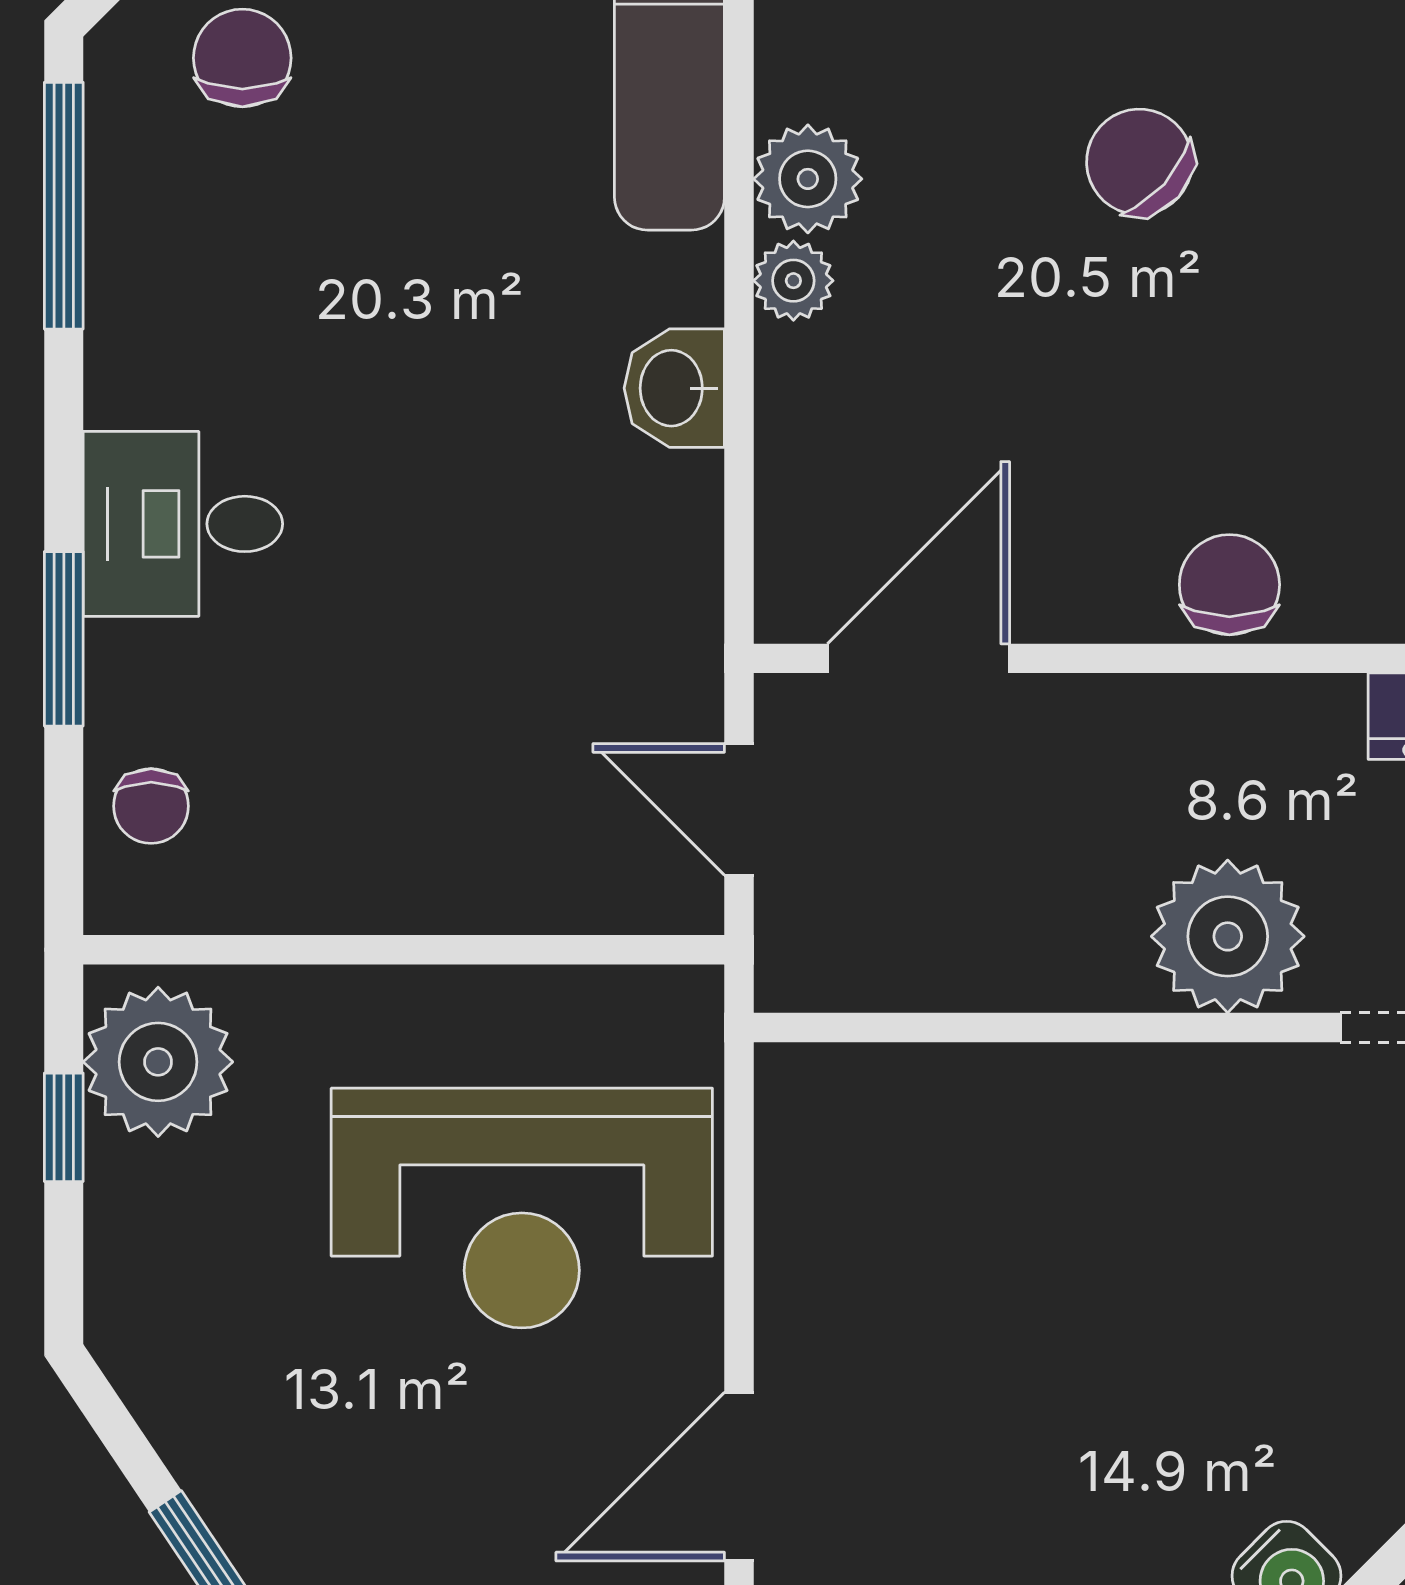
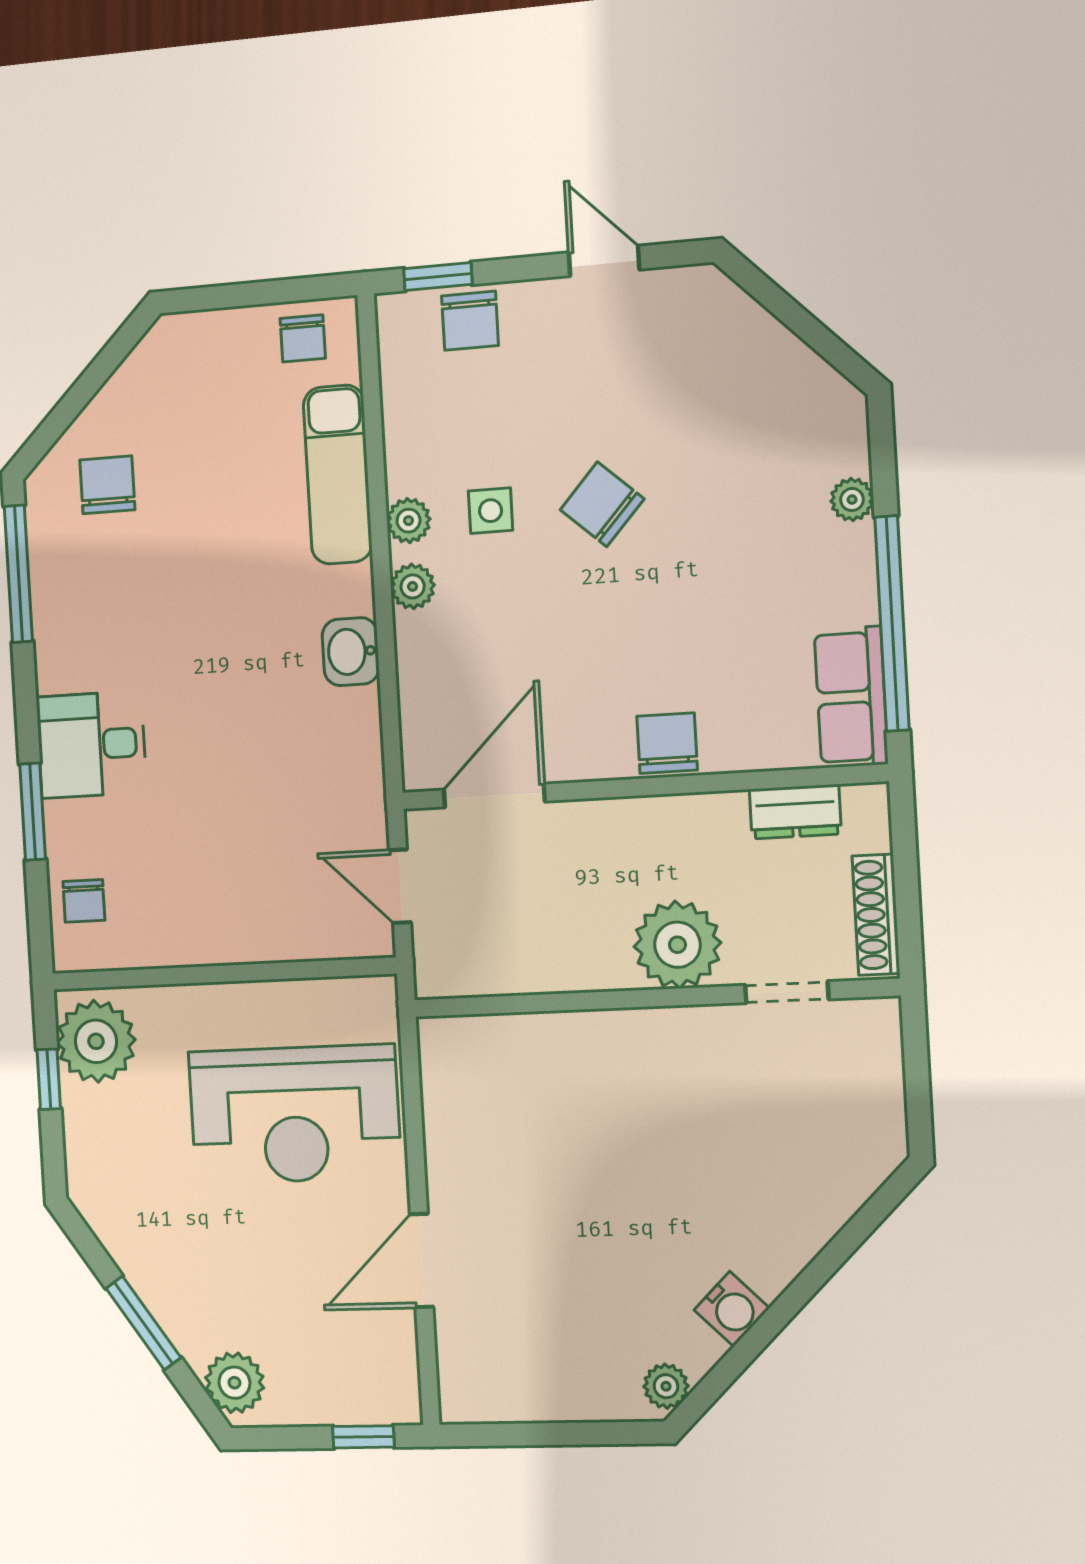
side table: (941, 158) -> (491, 511), added
plant: (808, 179) -> (409, 521), width x0.73, depth x0.73

